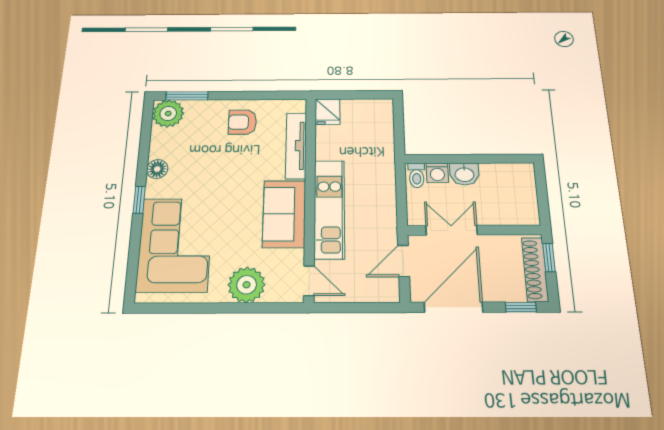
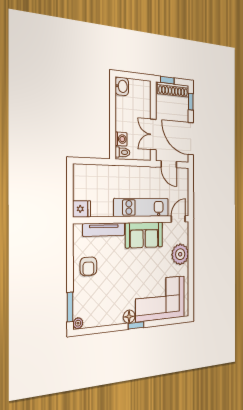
plant: (168, 114) -> (78, 323), width x0.53, depth x0.53
floor lamp: (157, 169) -> (129, 317), moved
washbasin: (464, 174) -> (122, 86), moved

